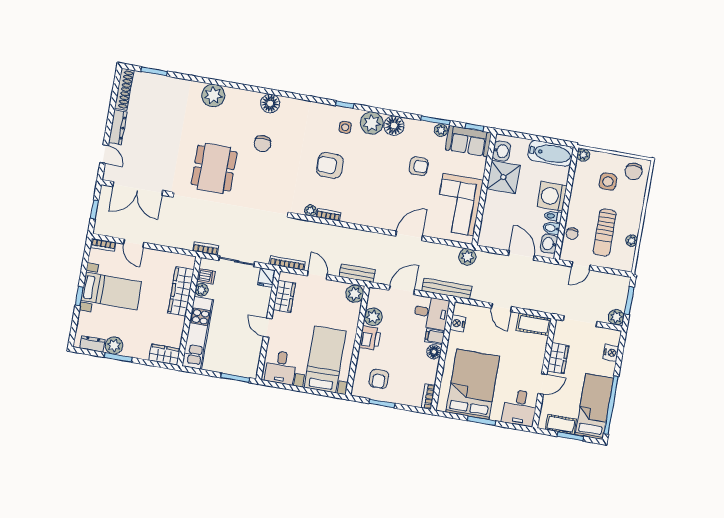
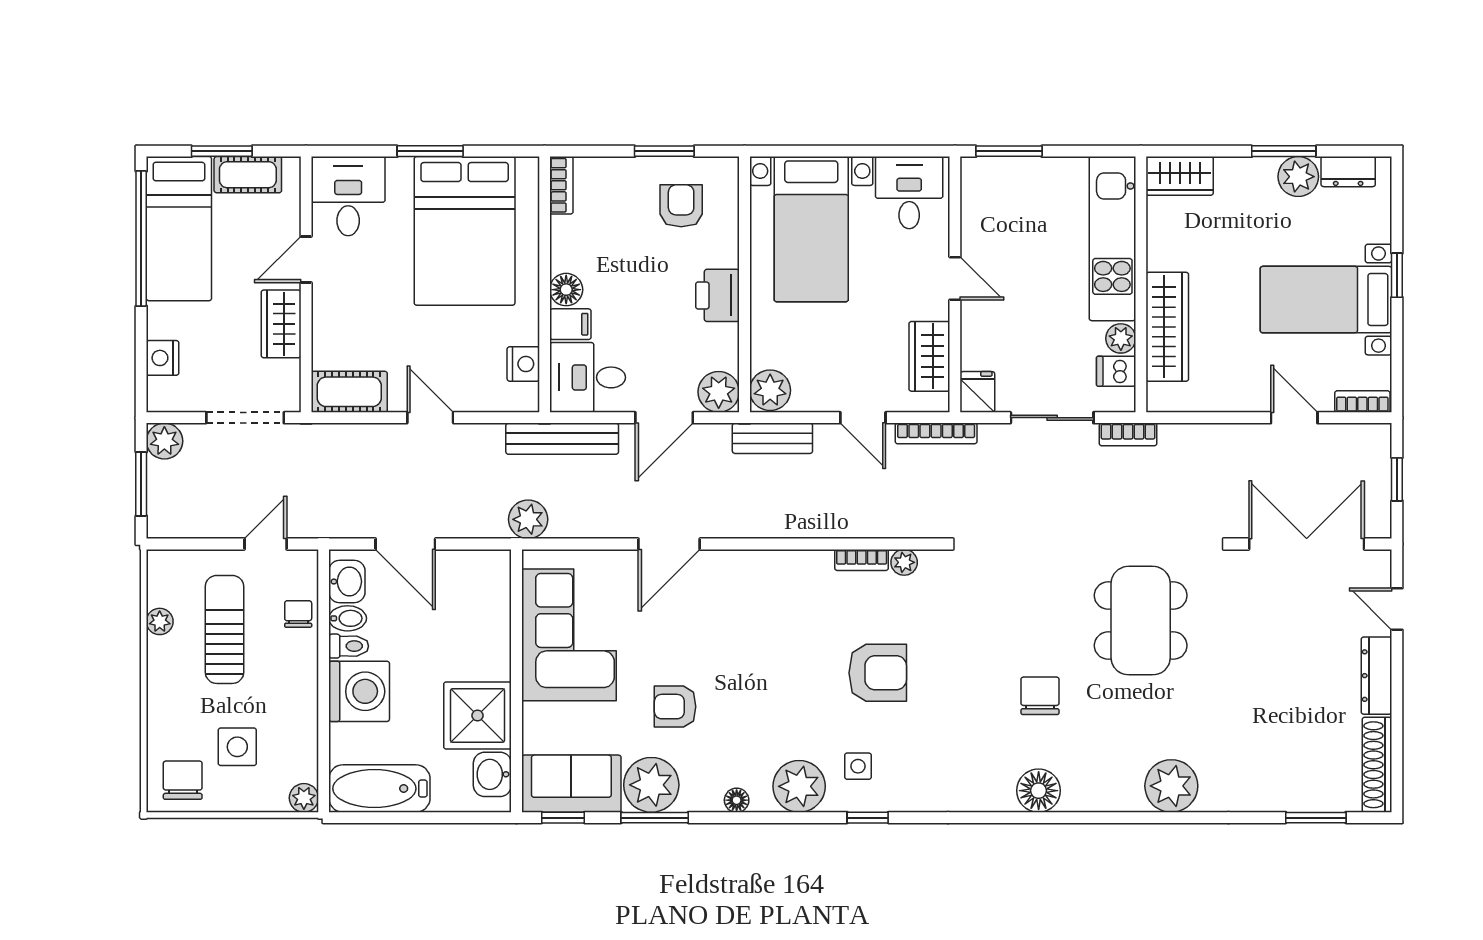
floor lamp: (394, 126) -> (737, 800), width x0.53, depth x0.53
plant: (441, 130) -> (651, 785), width x1.87, depth x1.87
plant: (373, 317) -> (719, 392), moved

